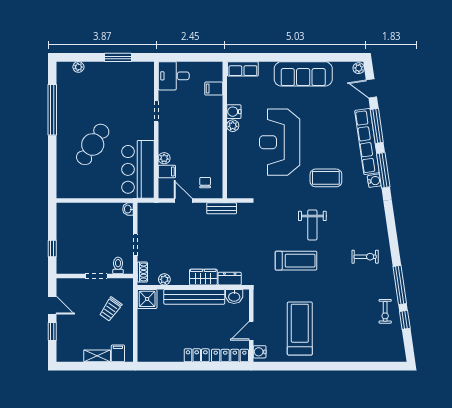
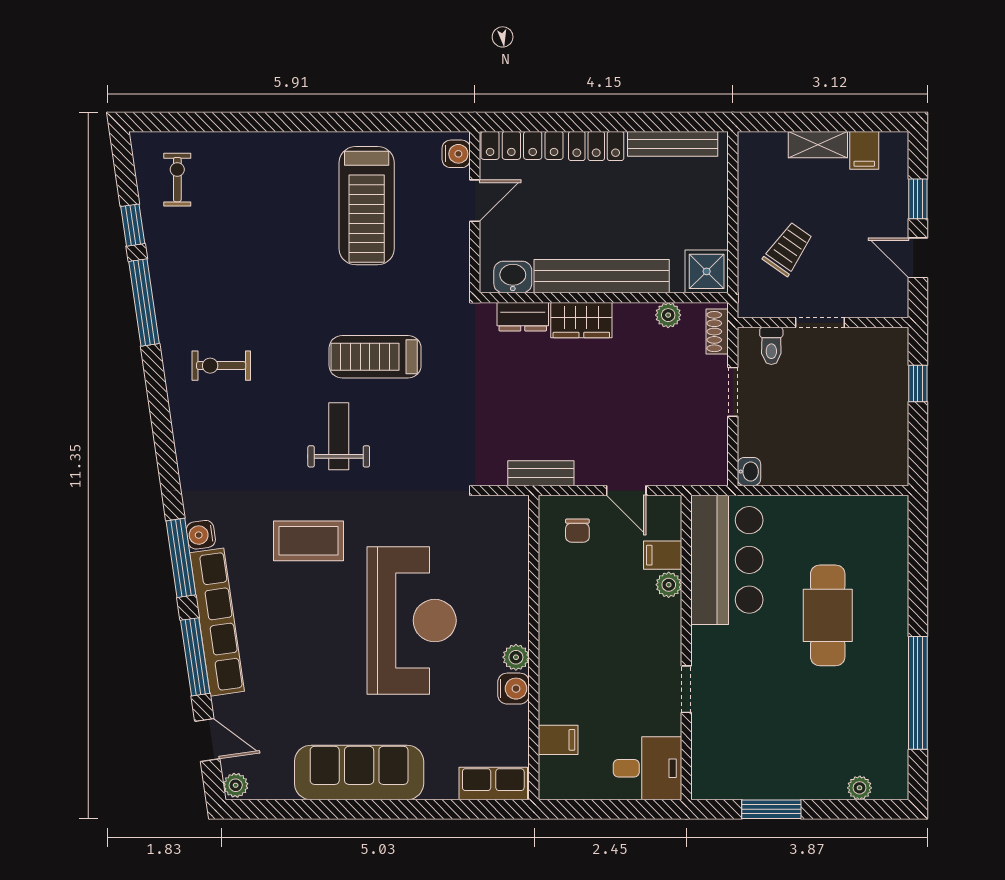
cafe table: (93, 144) -> (828, 615), turned -33
exercise bike: (385, 311) -> (177, 180), moved
filing cabinet: (118, 353) -> (864, 150), moved
bench: (162, 356) -> (673, 144), added

